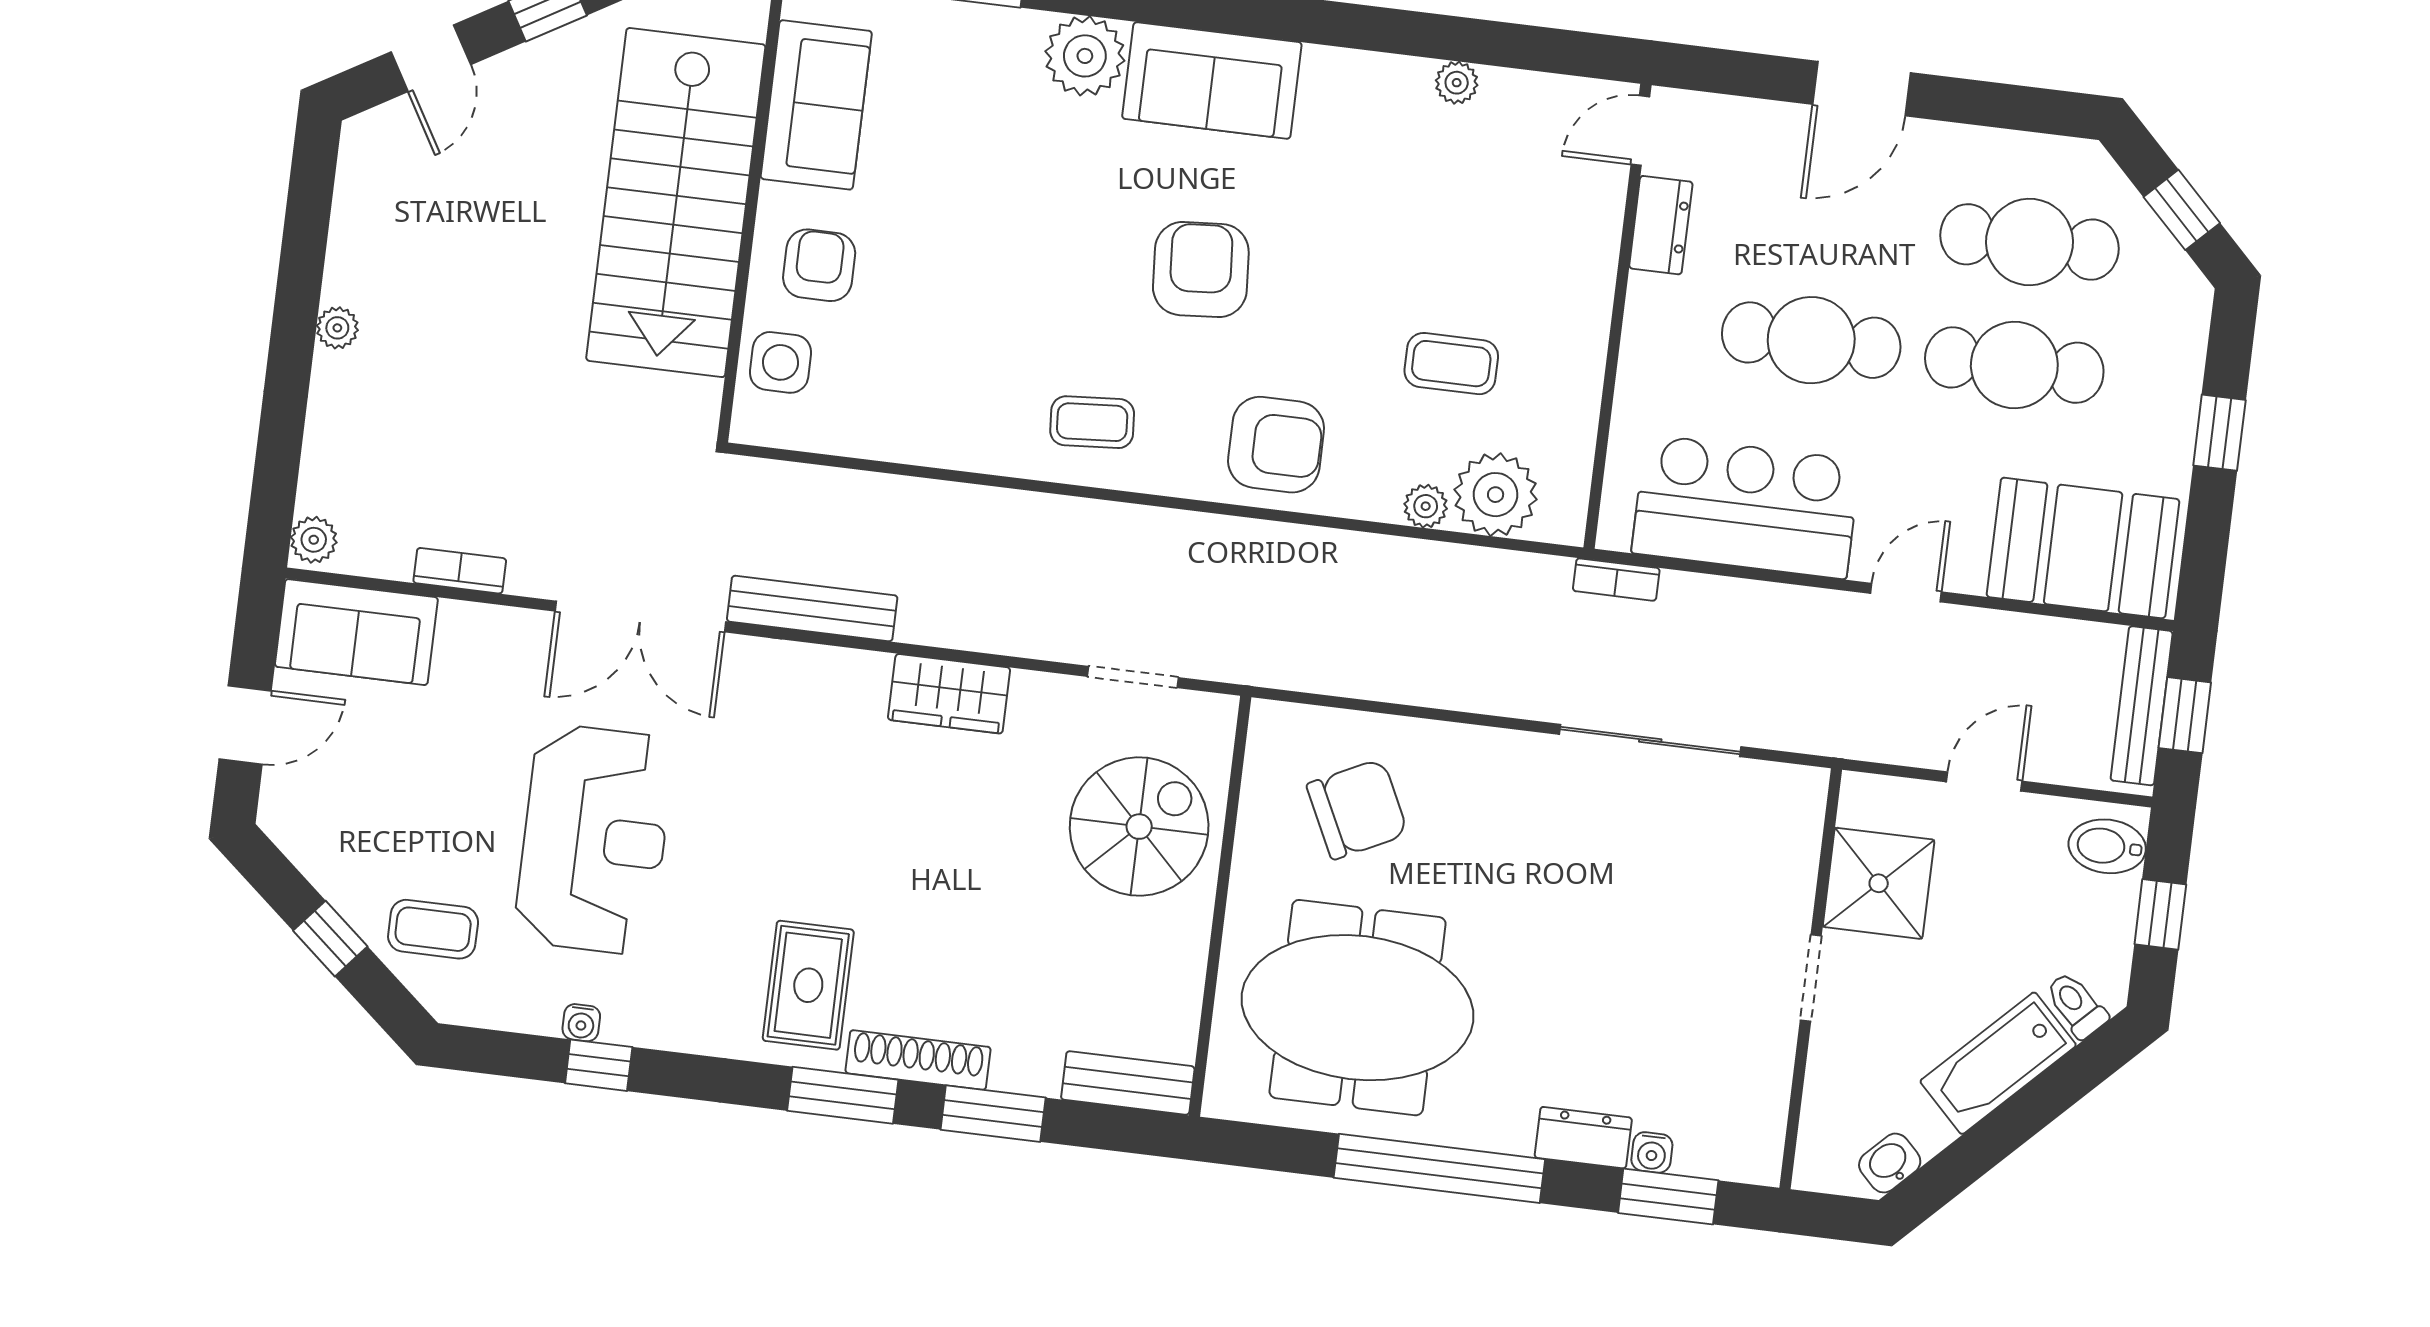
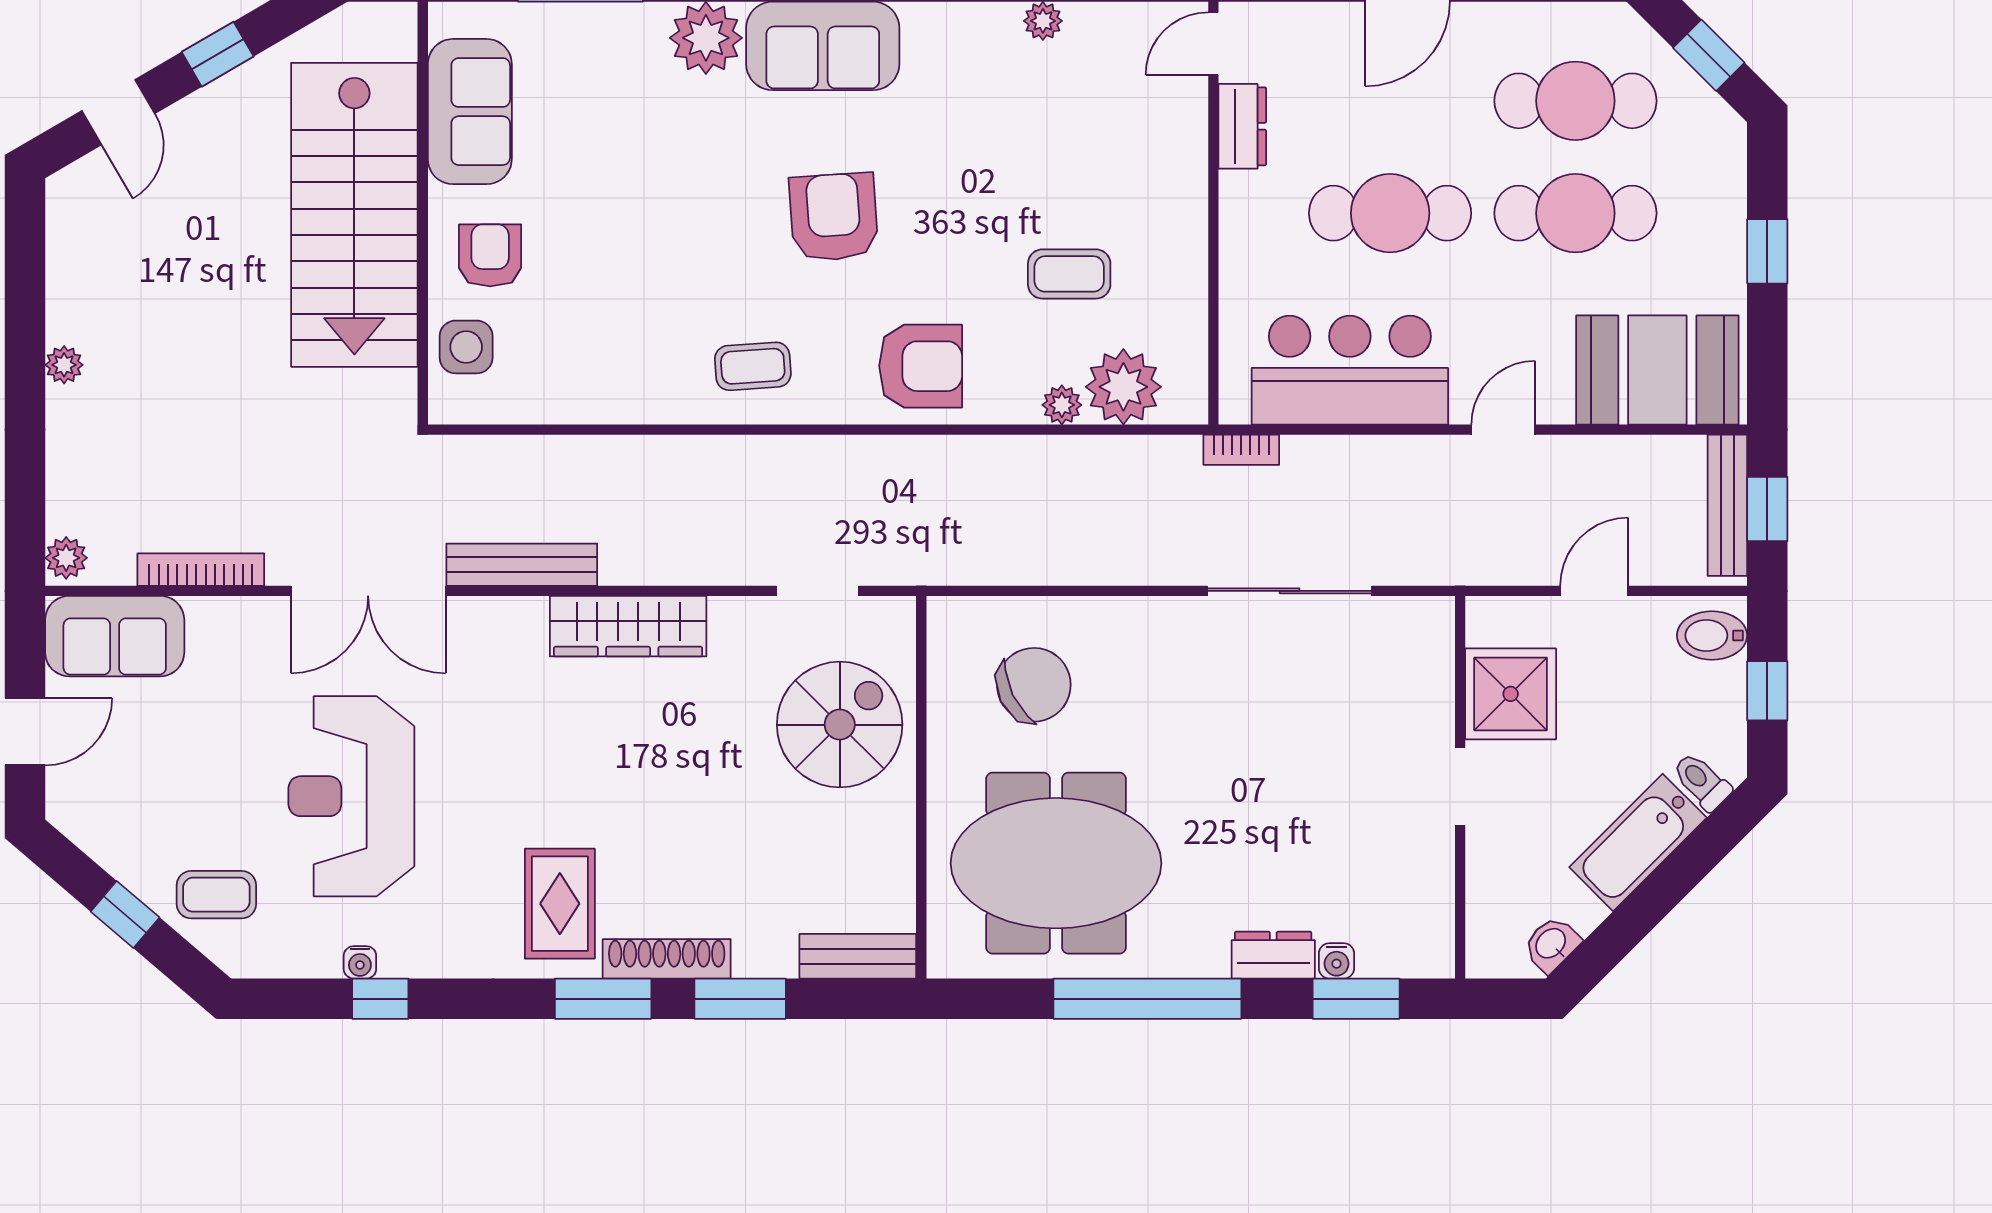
bookcase: (460, 571) -> (201, 570), width x1.56
wardrobe: (949, 694) -> (628, 626), width x1.50
reception desk: (594, 839) -> (351, 796), turned 180

